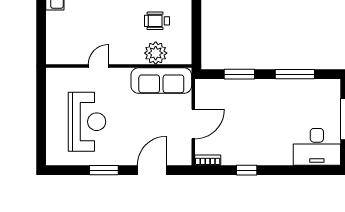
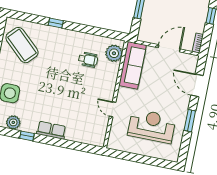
wheelchair: (157, 21) -> (88, 60), turned -90
plant: (156, 53) -> (114, 53), moved
door: (193, 124) -> (169, 48), hinge flipped

